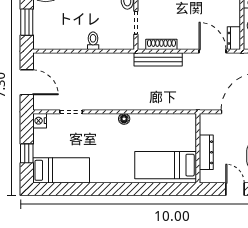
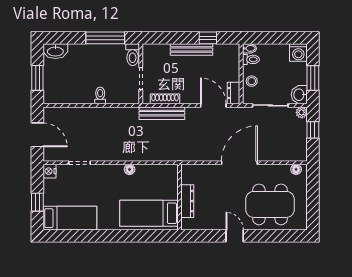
wall: (198, 148) -> (179, 197), moved
dresser: (206, 152) -> (187, 201), moved
bed: (166, 165) -> (149, 213), moved

